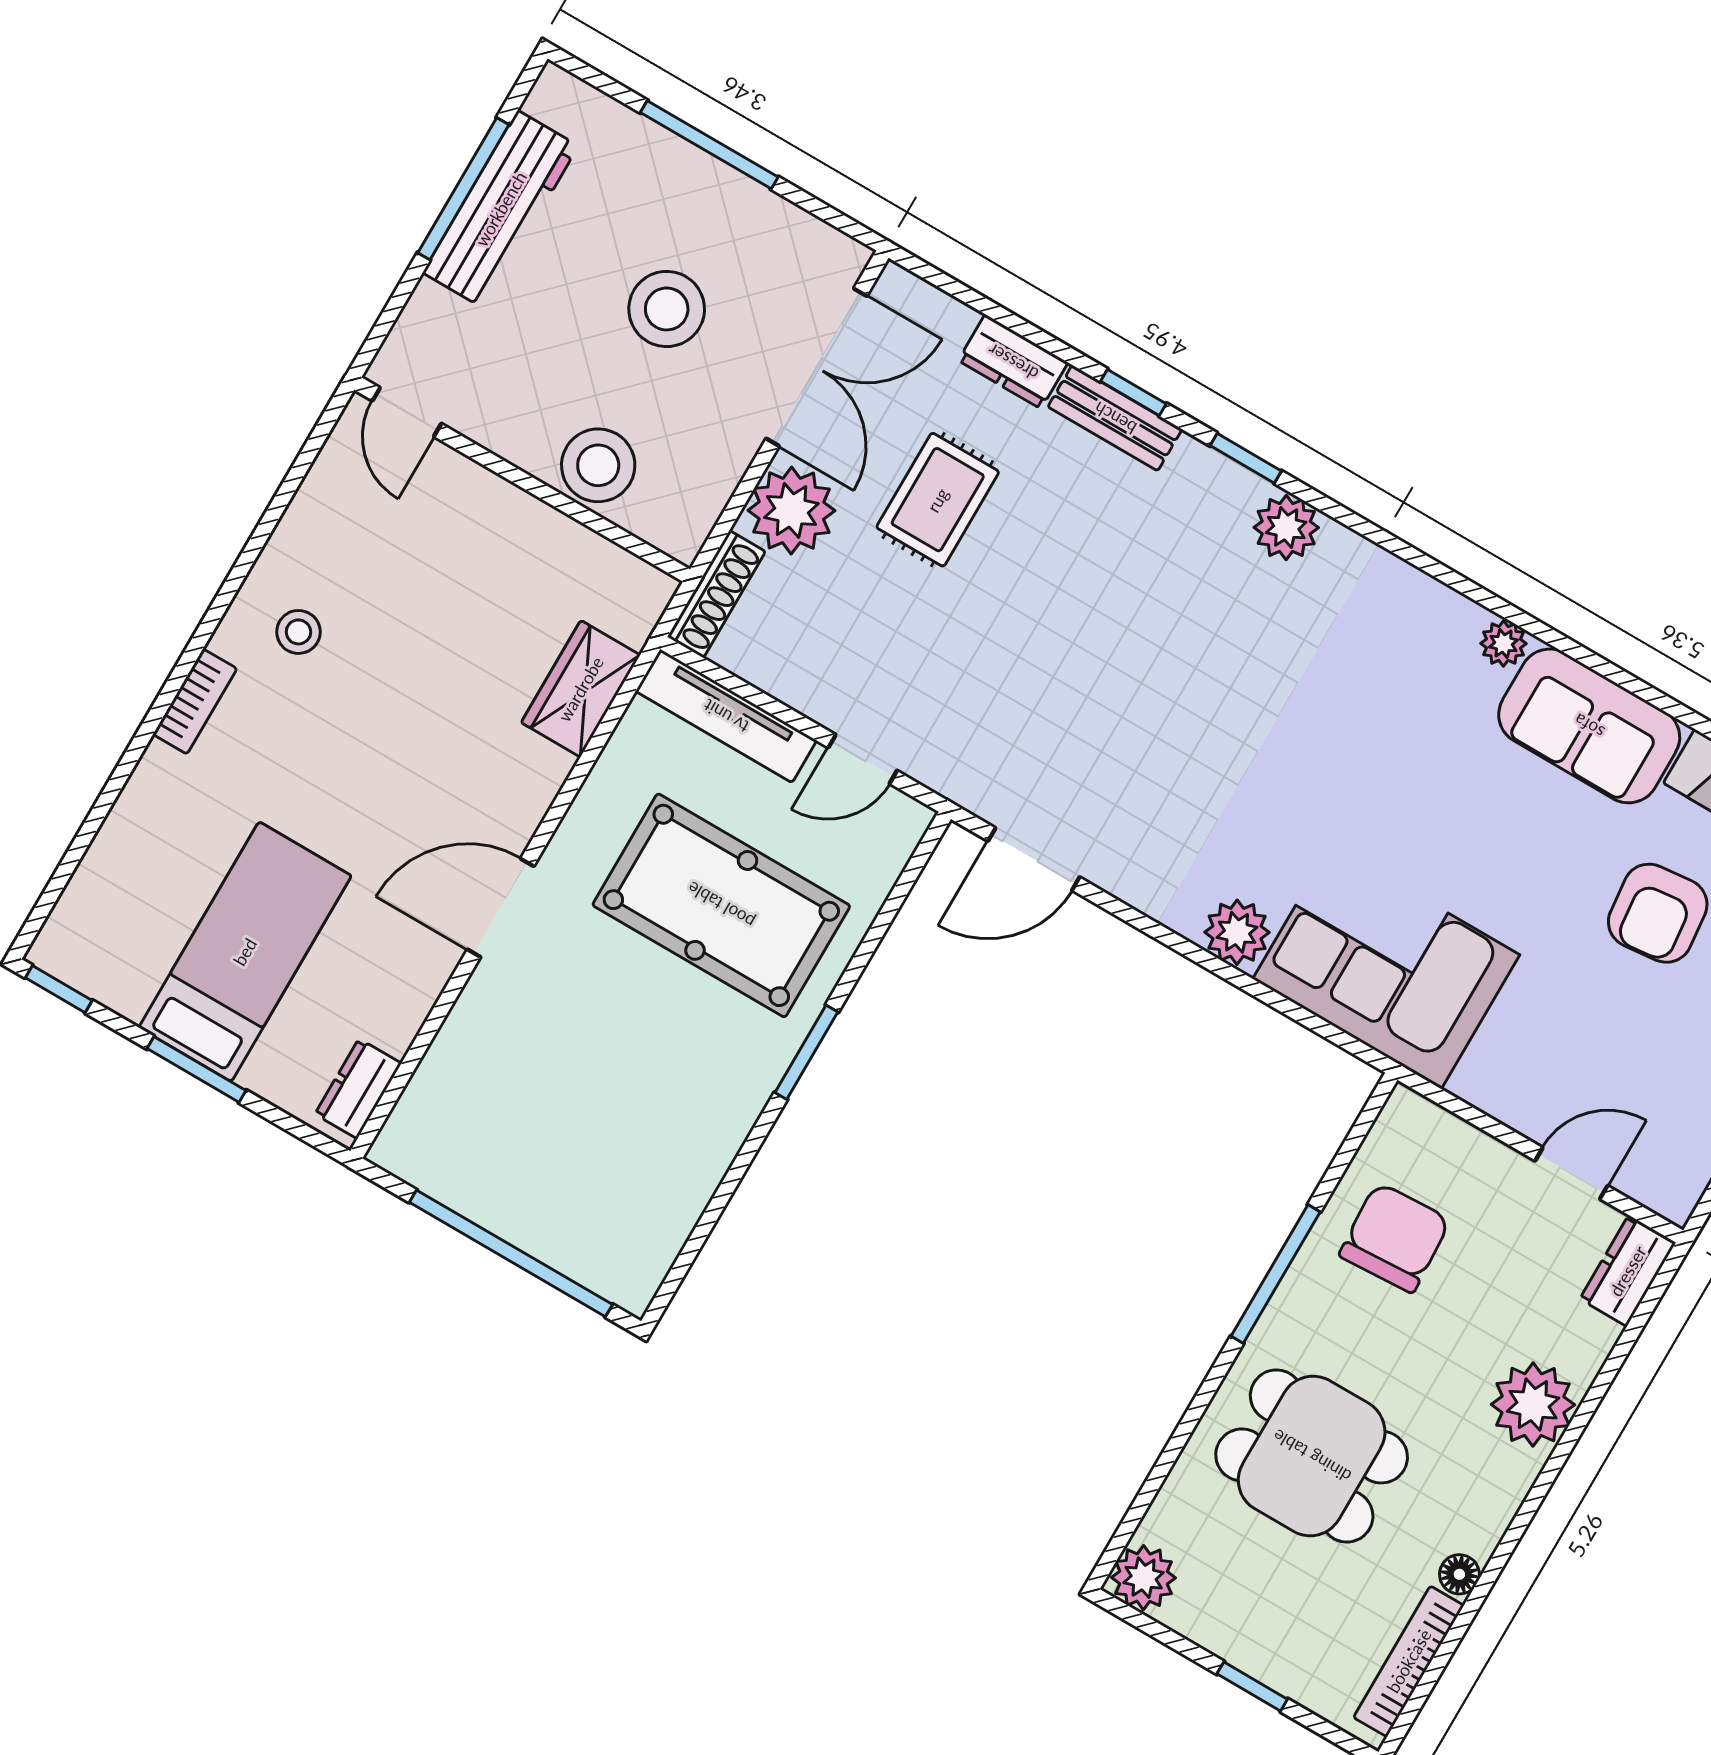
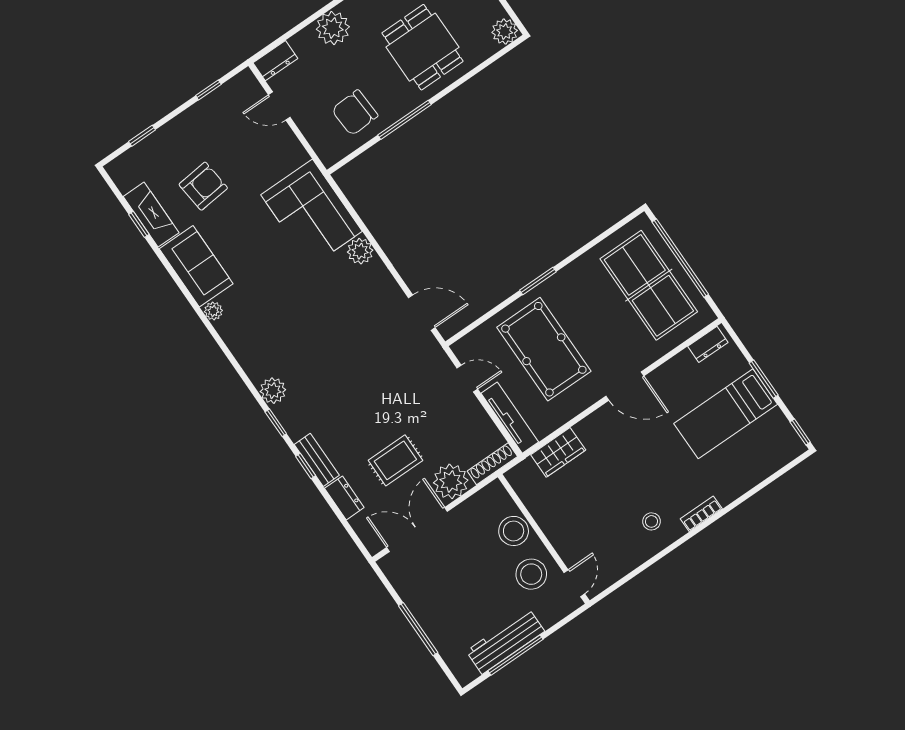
stool: (667, 309) -> (531, 574), moved
table tennis table: (553, 1159) -> (649, 285), added

